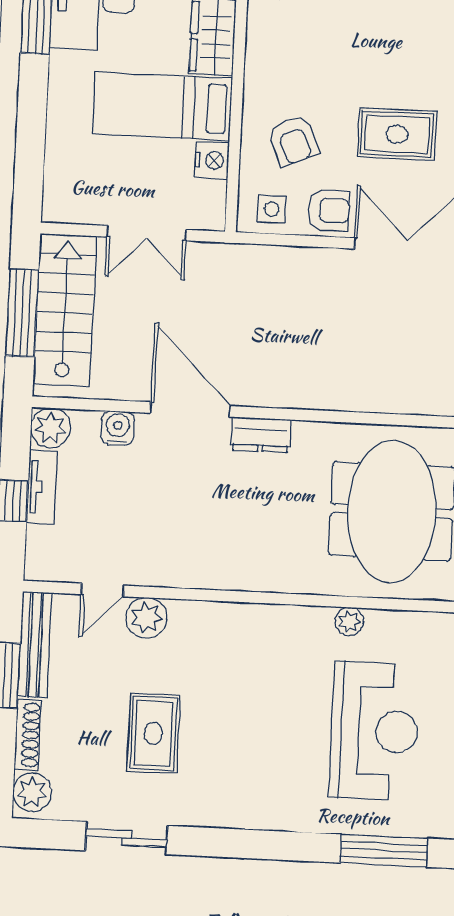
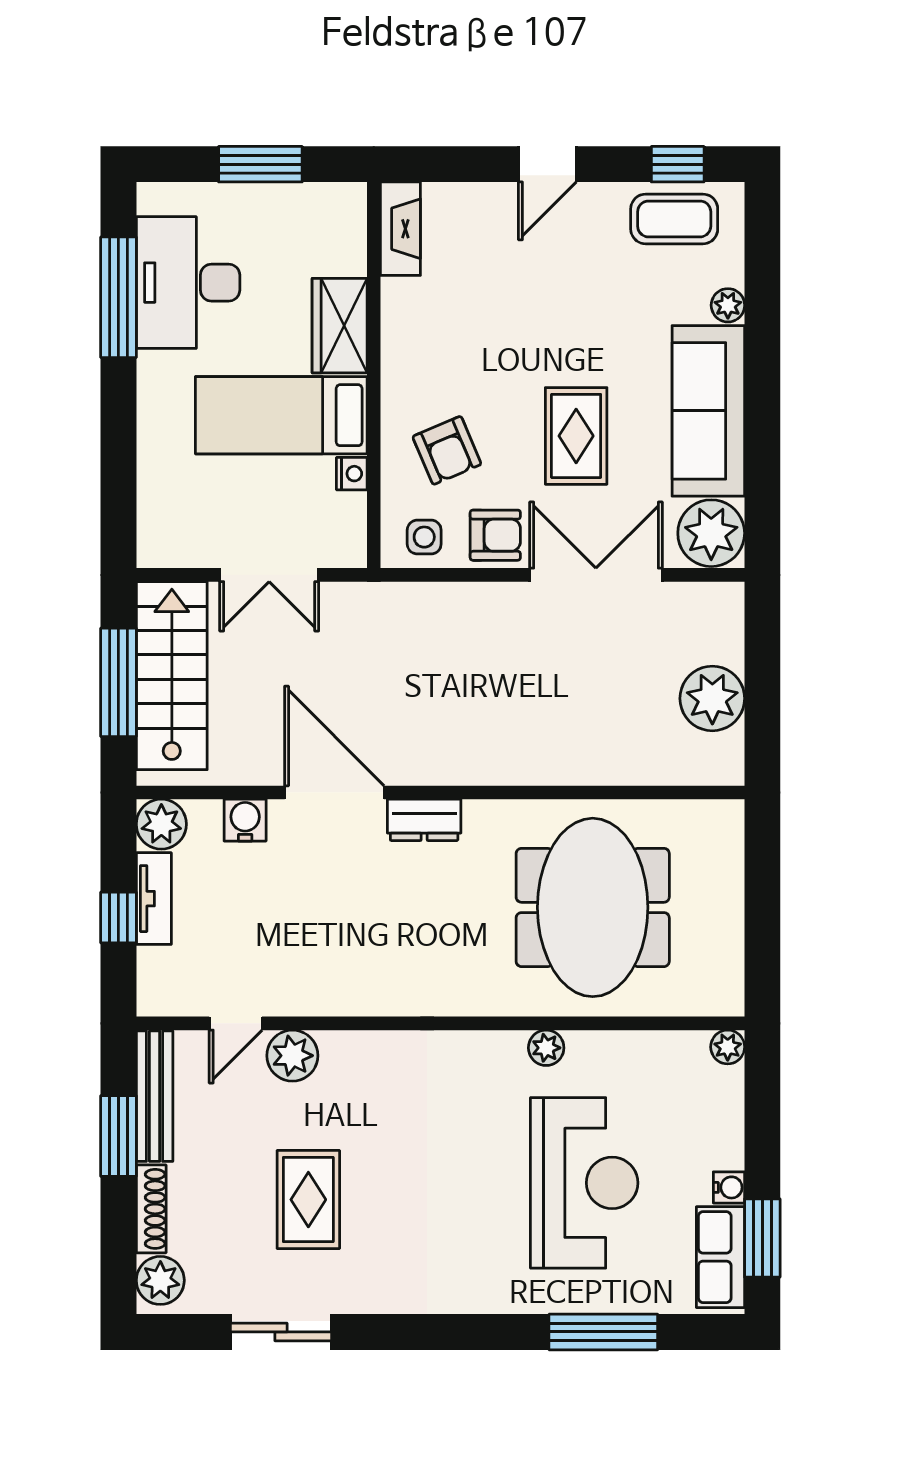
rug: (397, 134) -> (576, 436), turned 90
nightstand: (212, 160) -> (352, 474), width x0.72, depth x0.74

